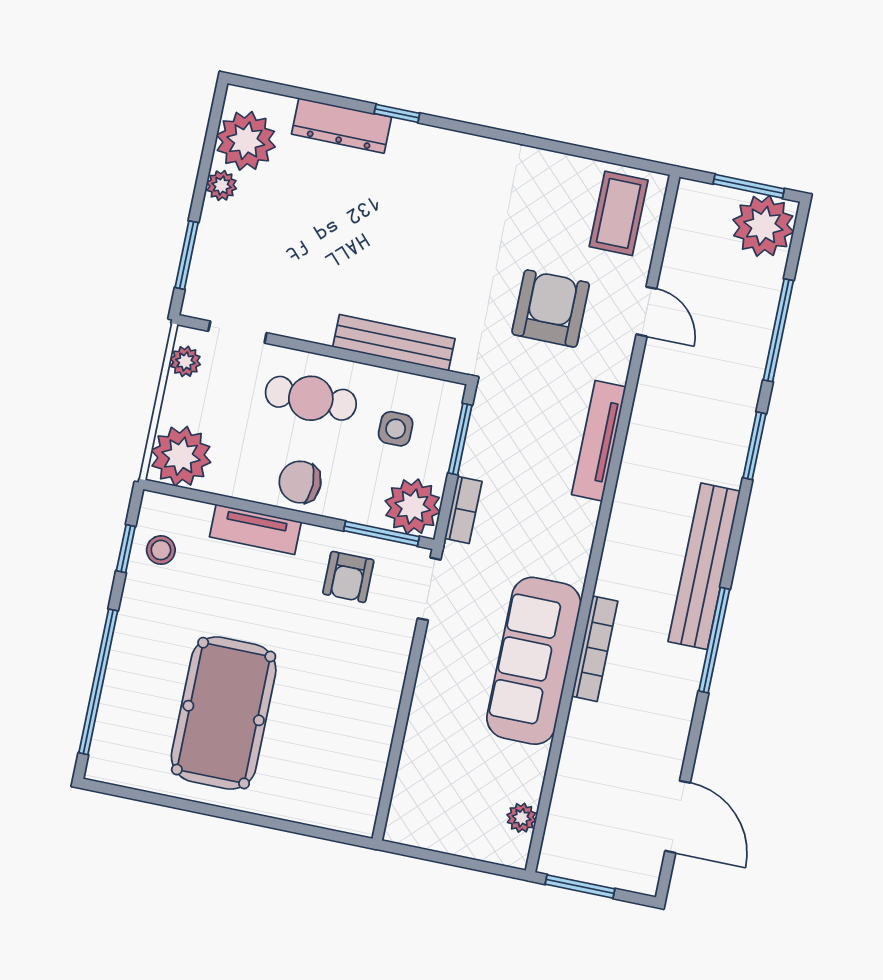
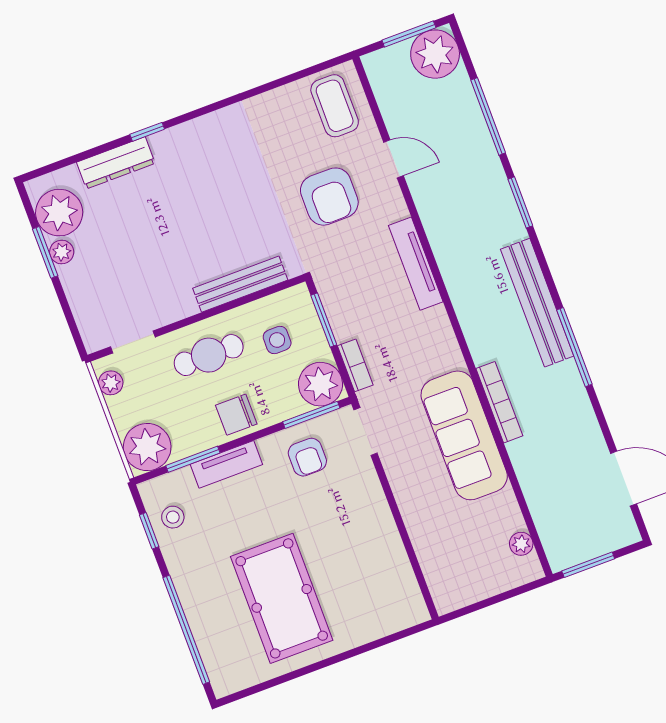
window: (187, 255) -> (45, 252), moved
armchair: (551, 308) -> (329, 197), turned 180
window: (222, 501) -> (193, 459), added

